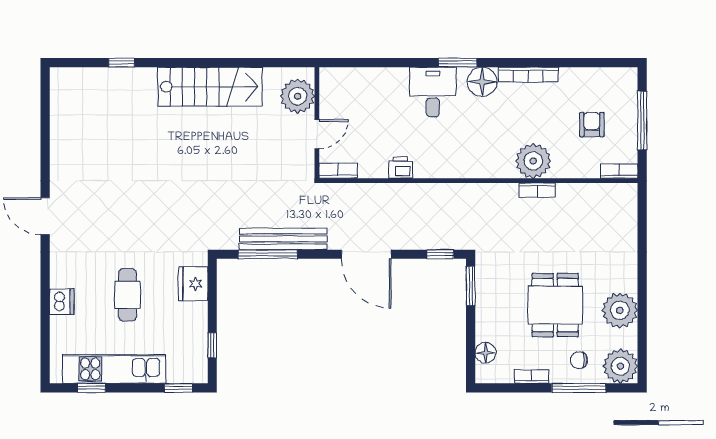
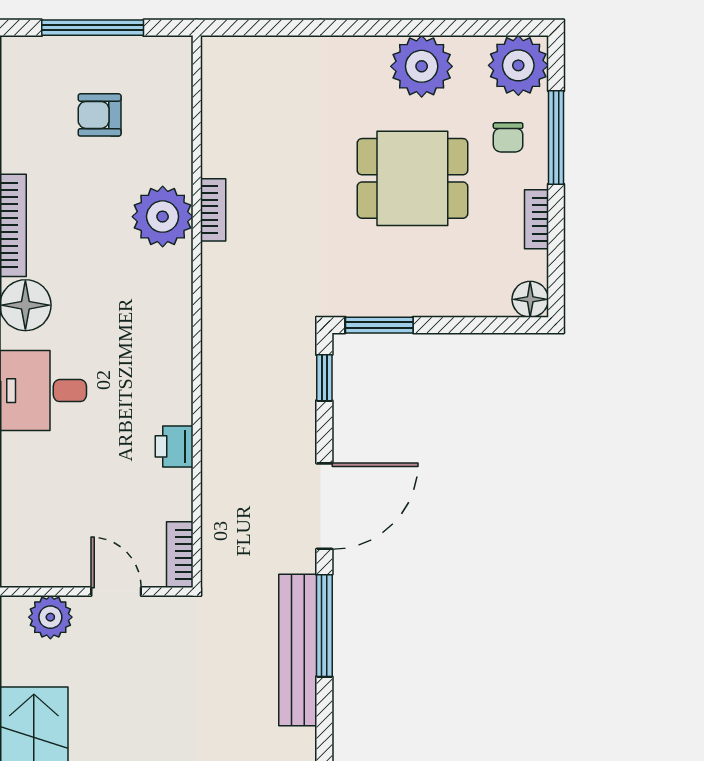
plant: (298, 96) -> (50, 617), width x0.73, depth x0.73
bookcase: (619, 171) -> (180, 67), removed
window: (268, 254) -> (324, 626), moved
floor lamp: (486, 353) -> (530, 299), moved

